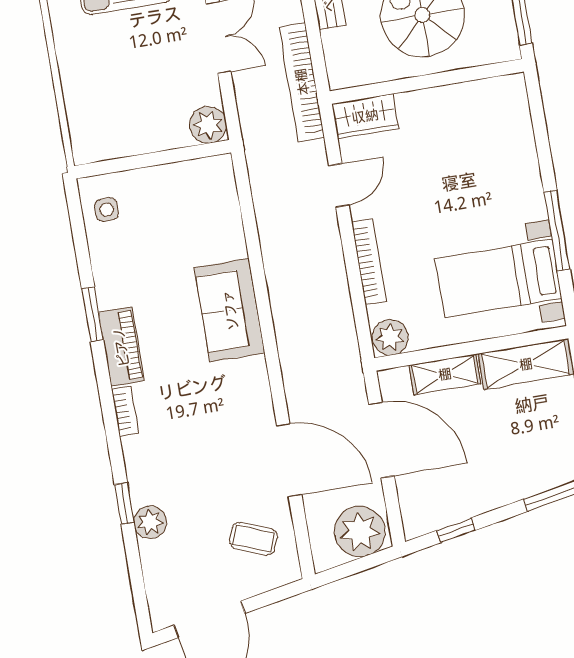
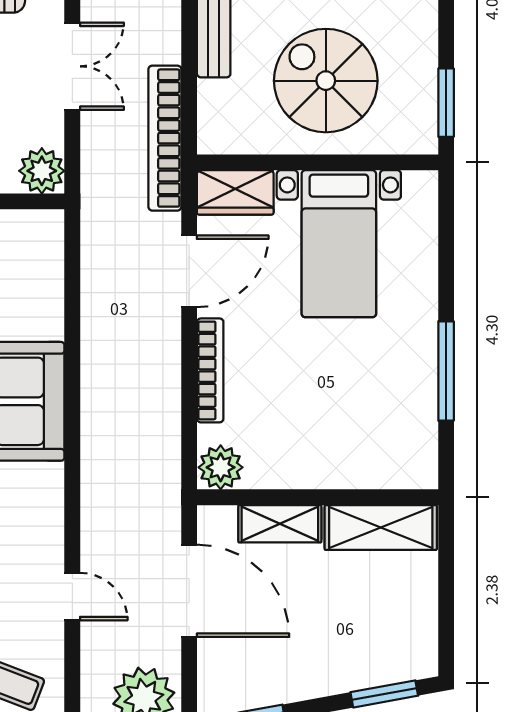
door: (339, 185) -> (189, 271), width x1.38
bed with nightstands: (498, 279) -> (339, 244), moved, turned -90
door: (289, 460) -> (72, 597), width x0.53

